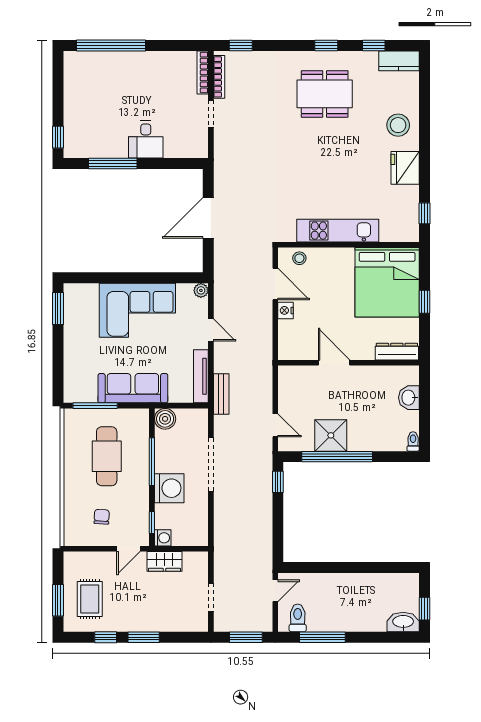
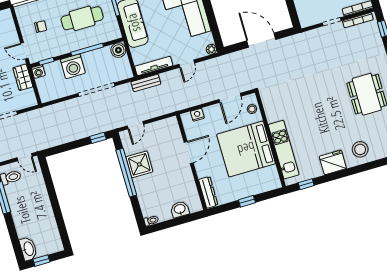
kitchen unit: (338, 231) -> (284, 150), moved
bed: (387, 282) -> (246, 149), moved
nightstand: (286, 310) -> (197, 115), moved

